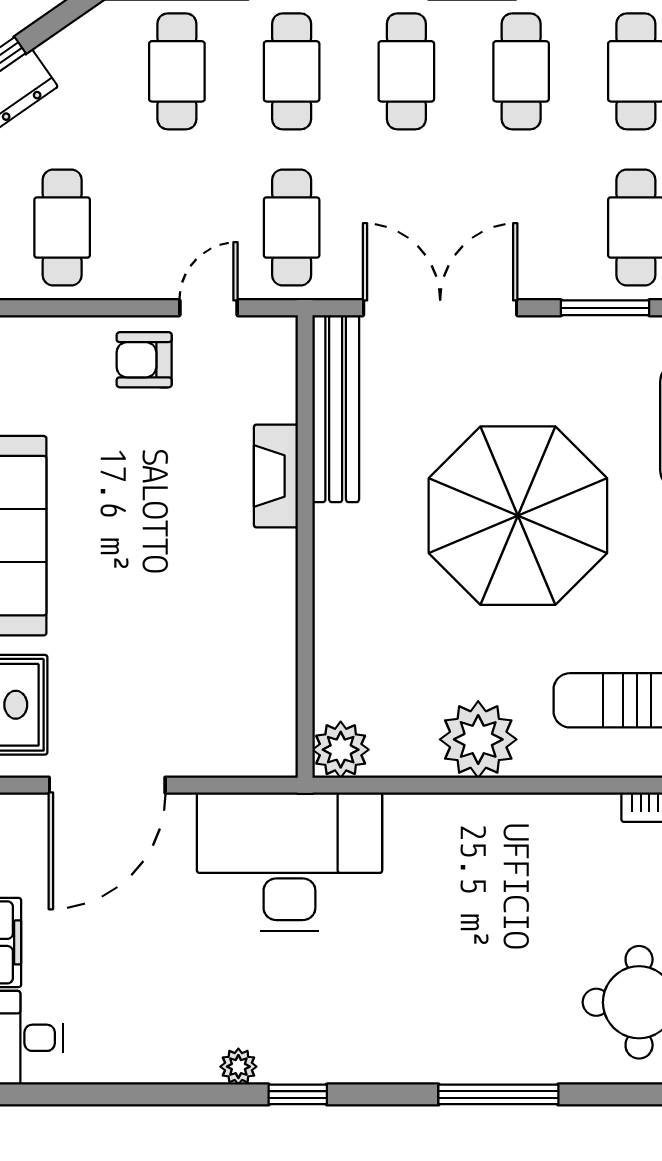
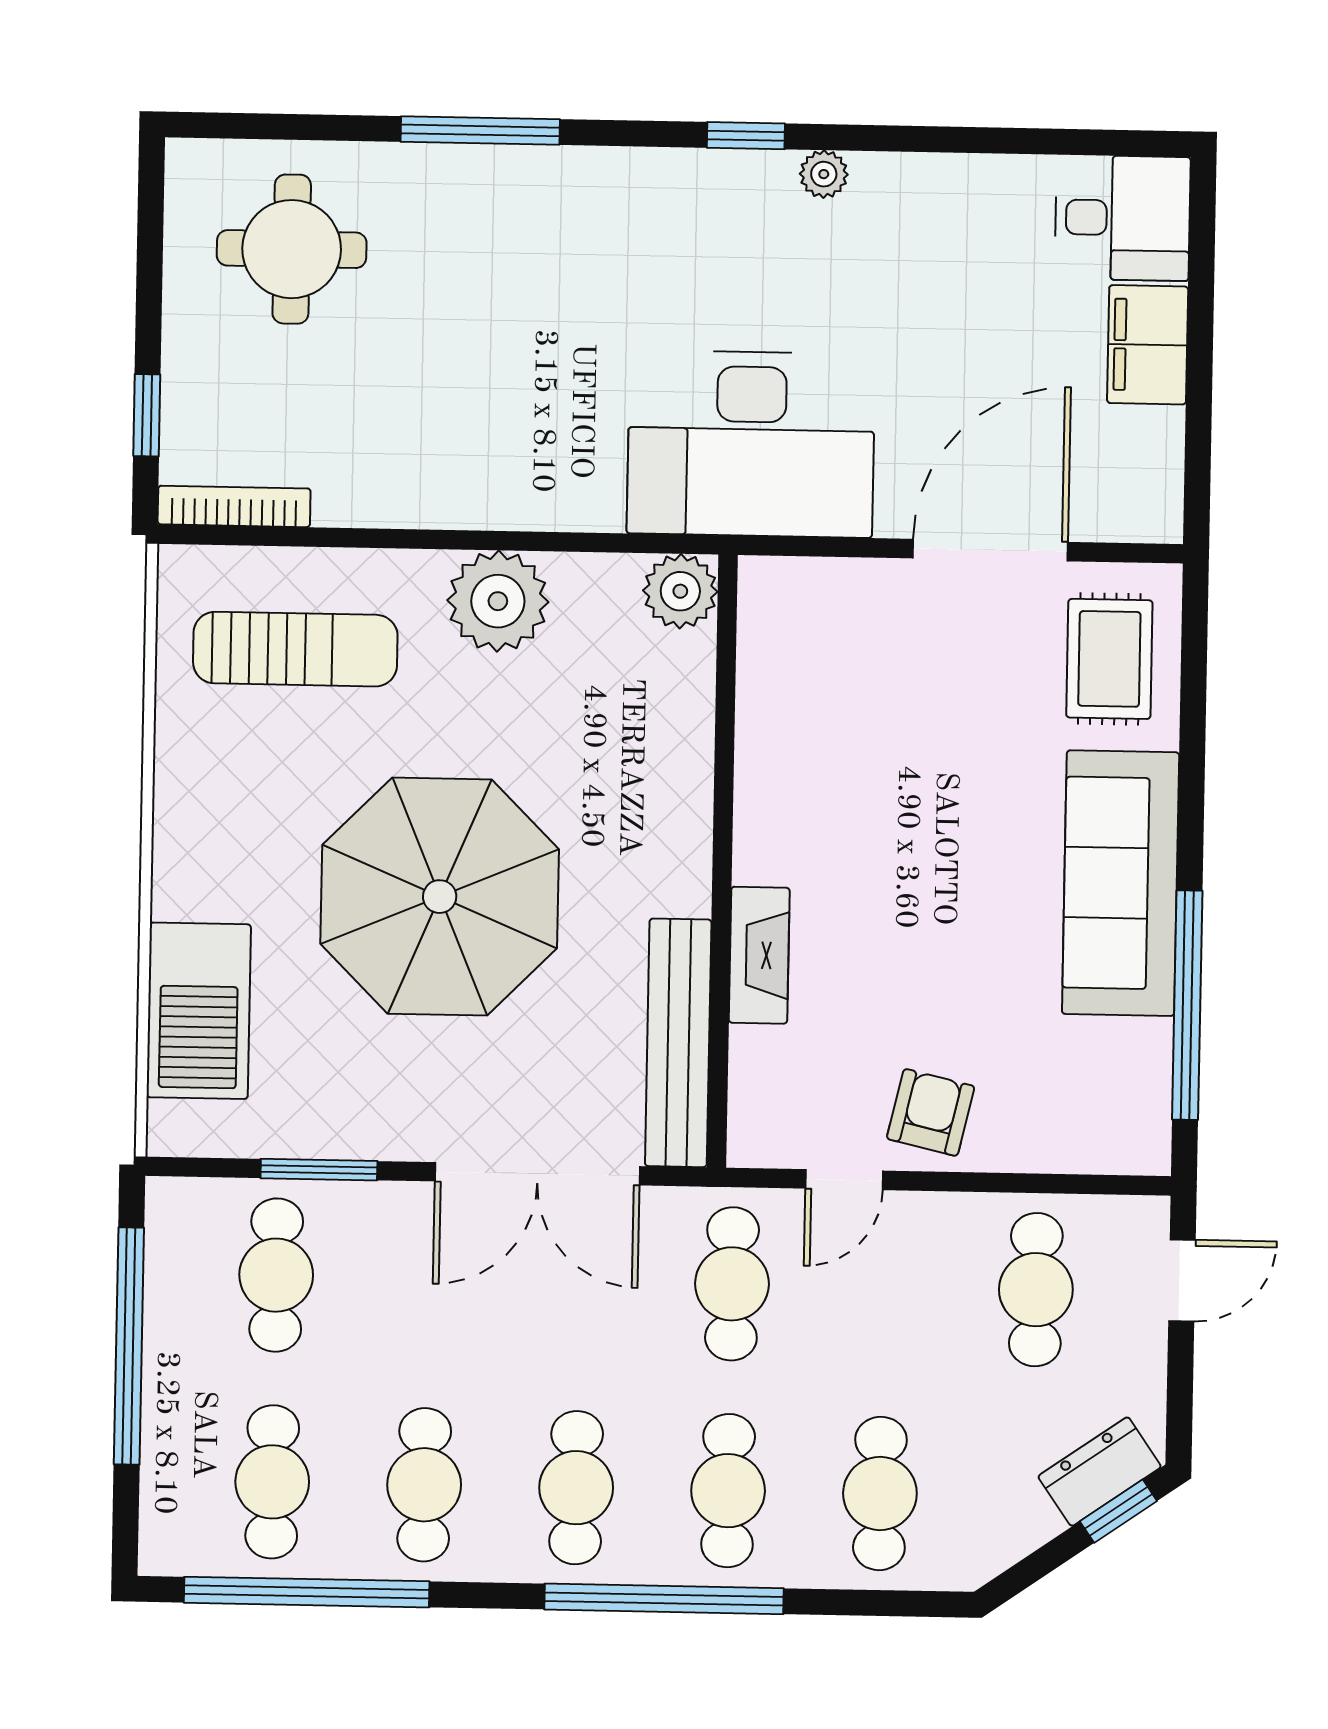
armchair: (144, 360) -> (931, 1112), turned -77

